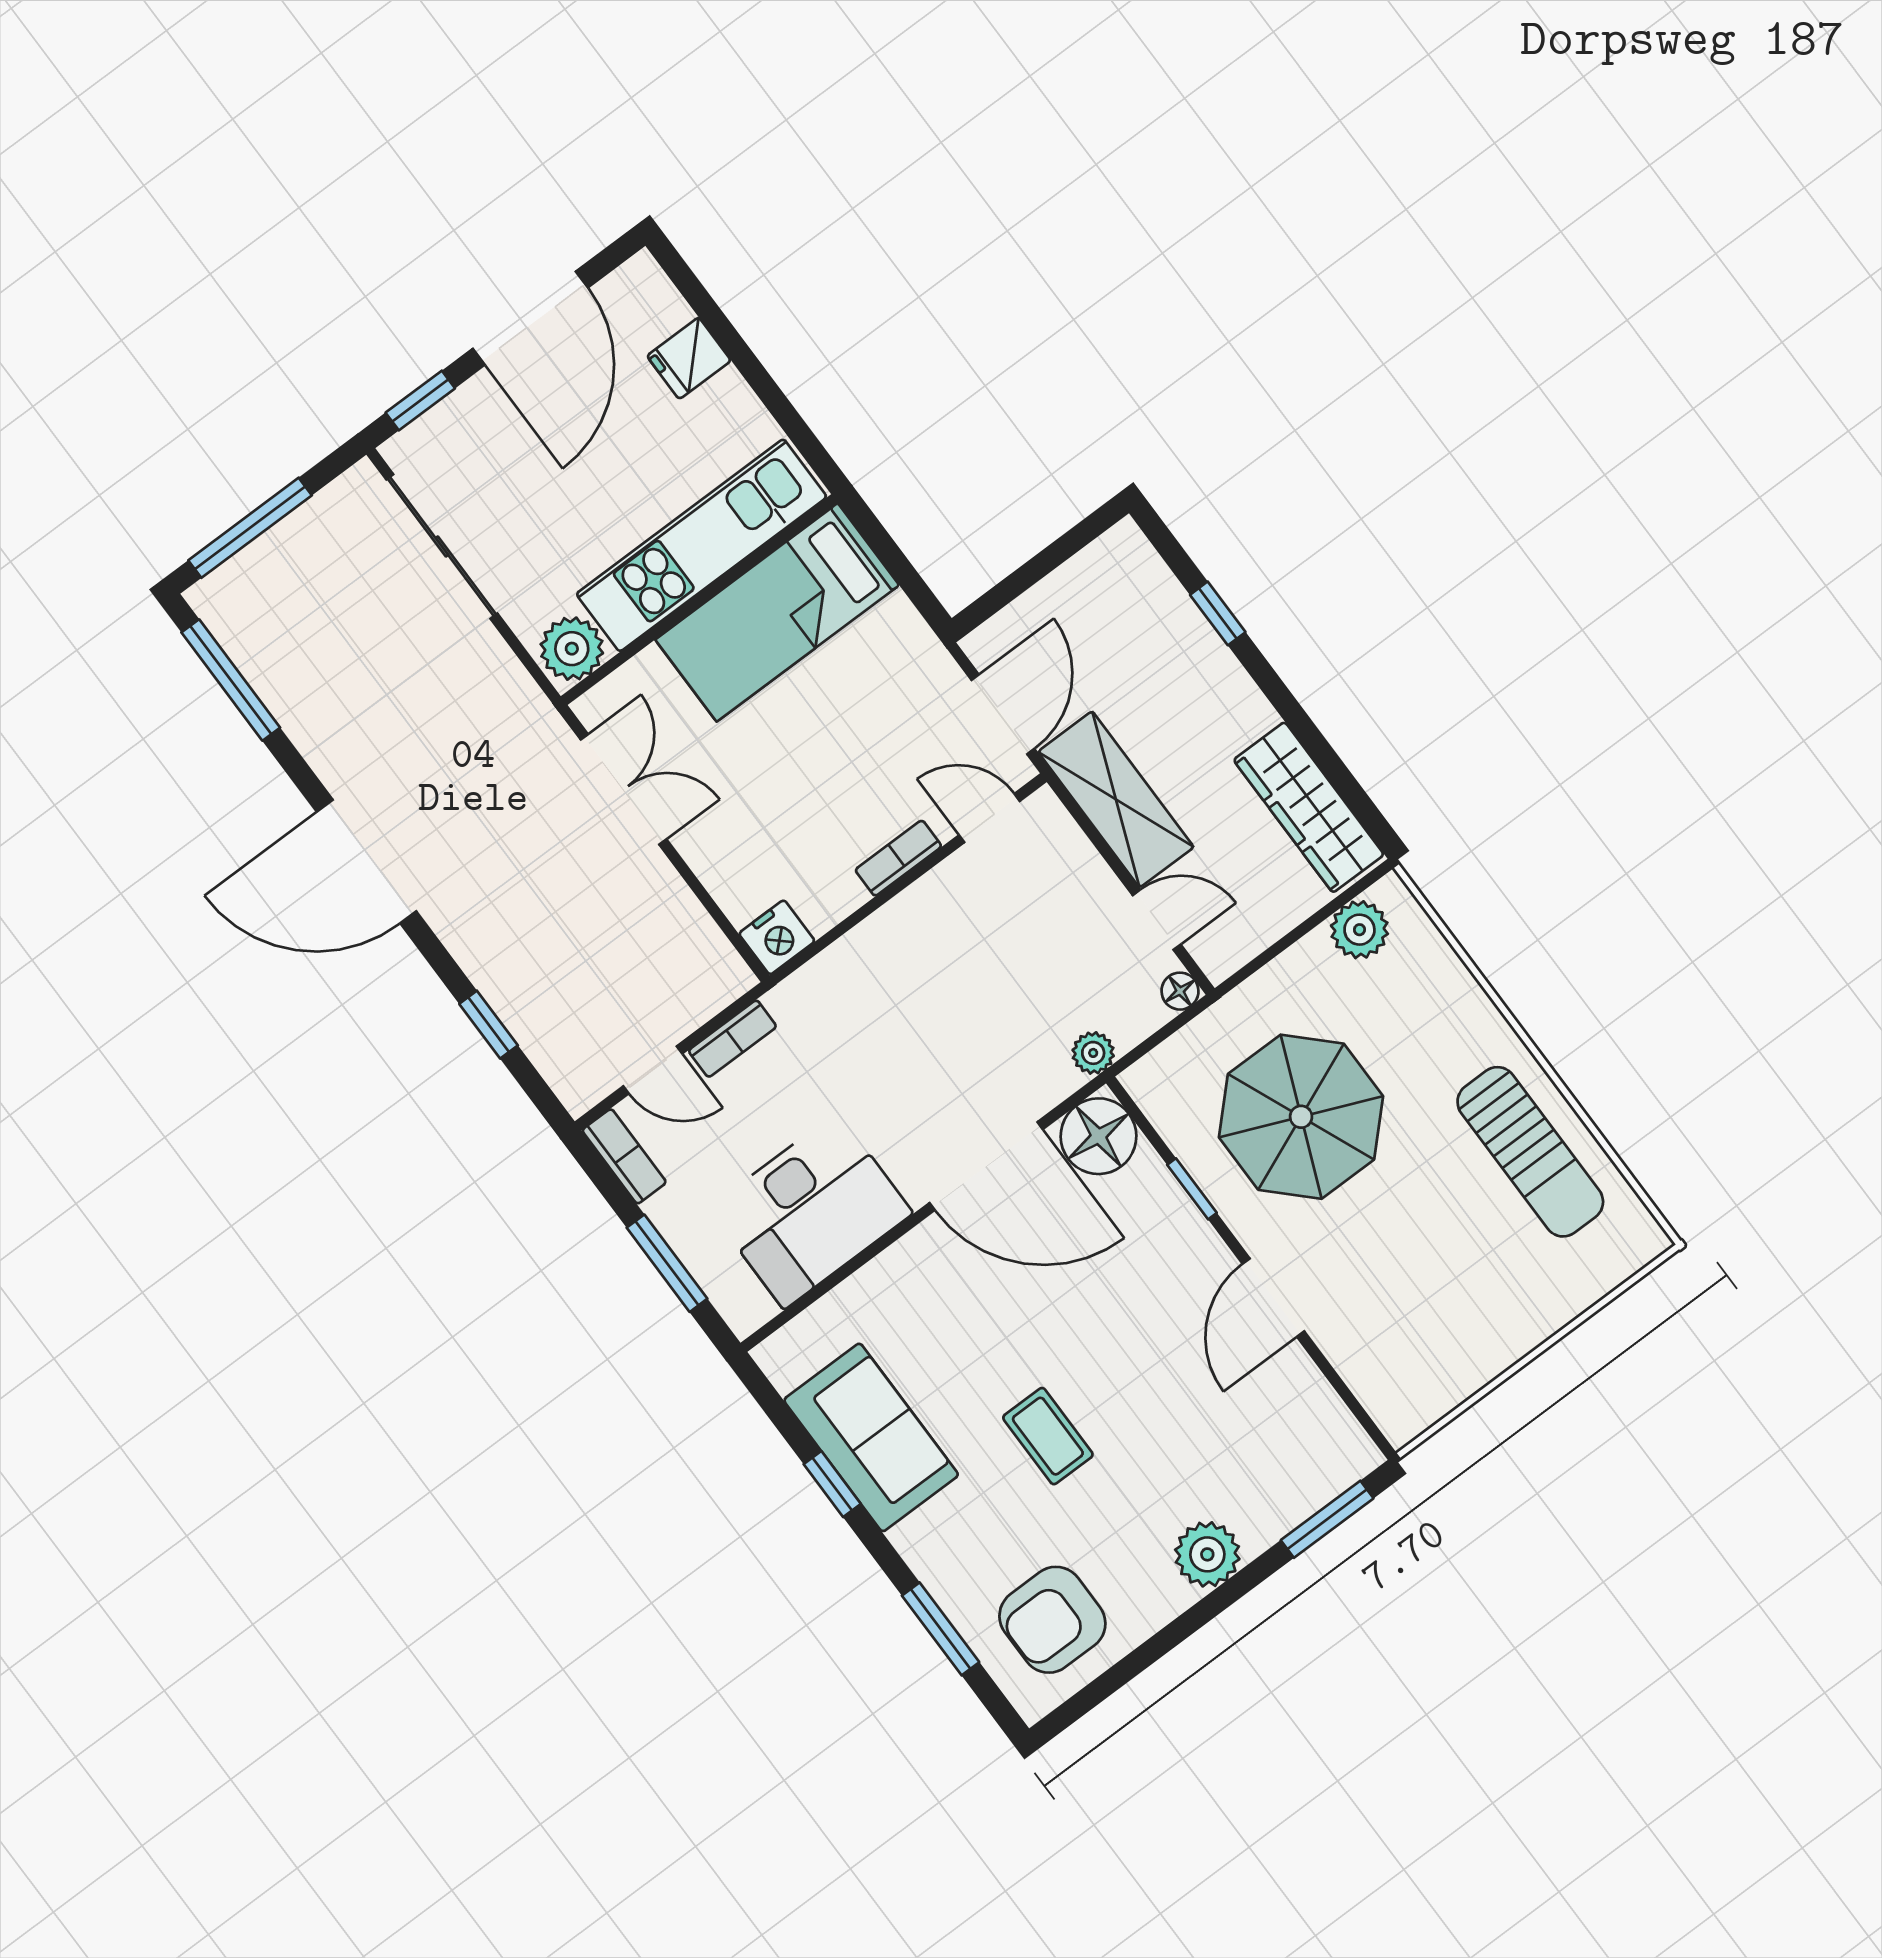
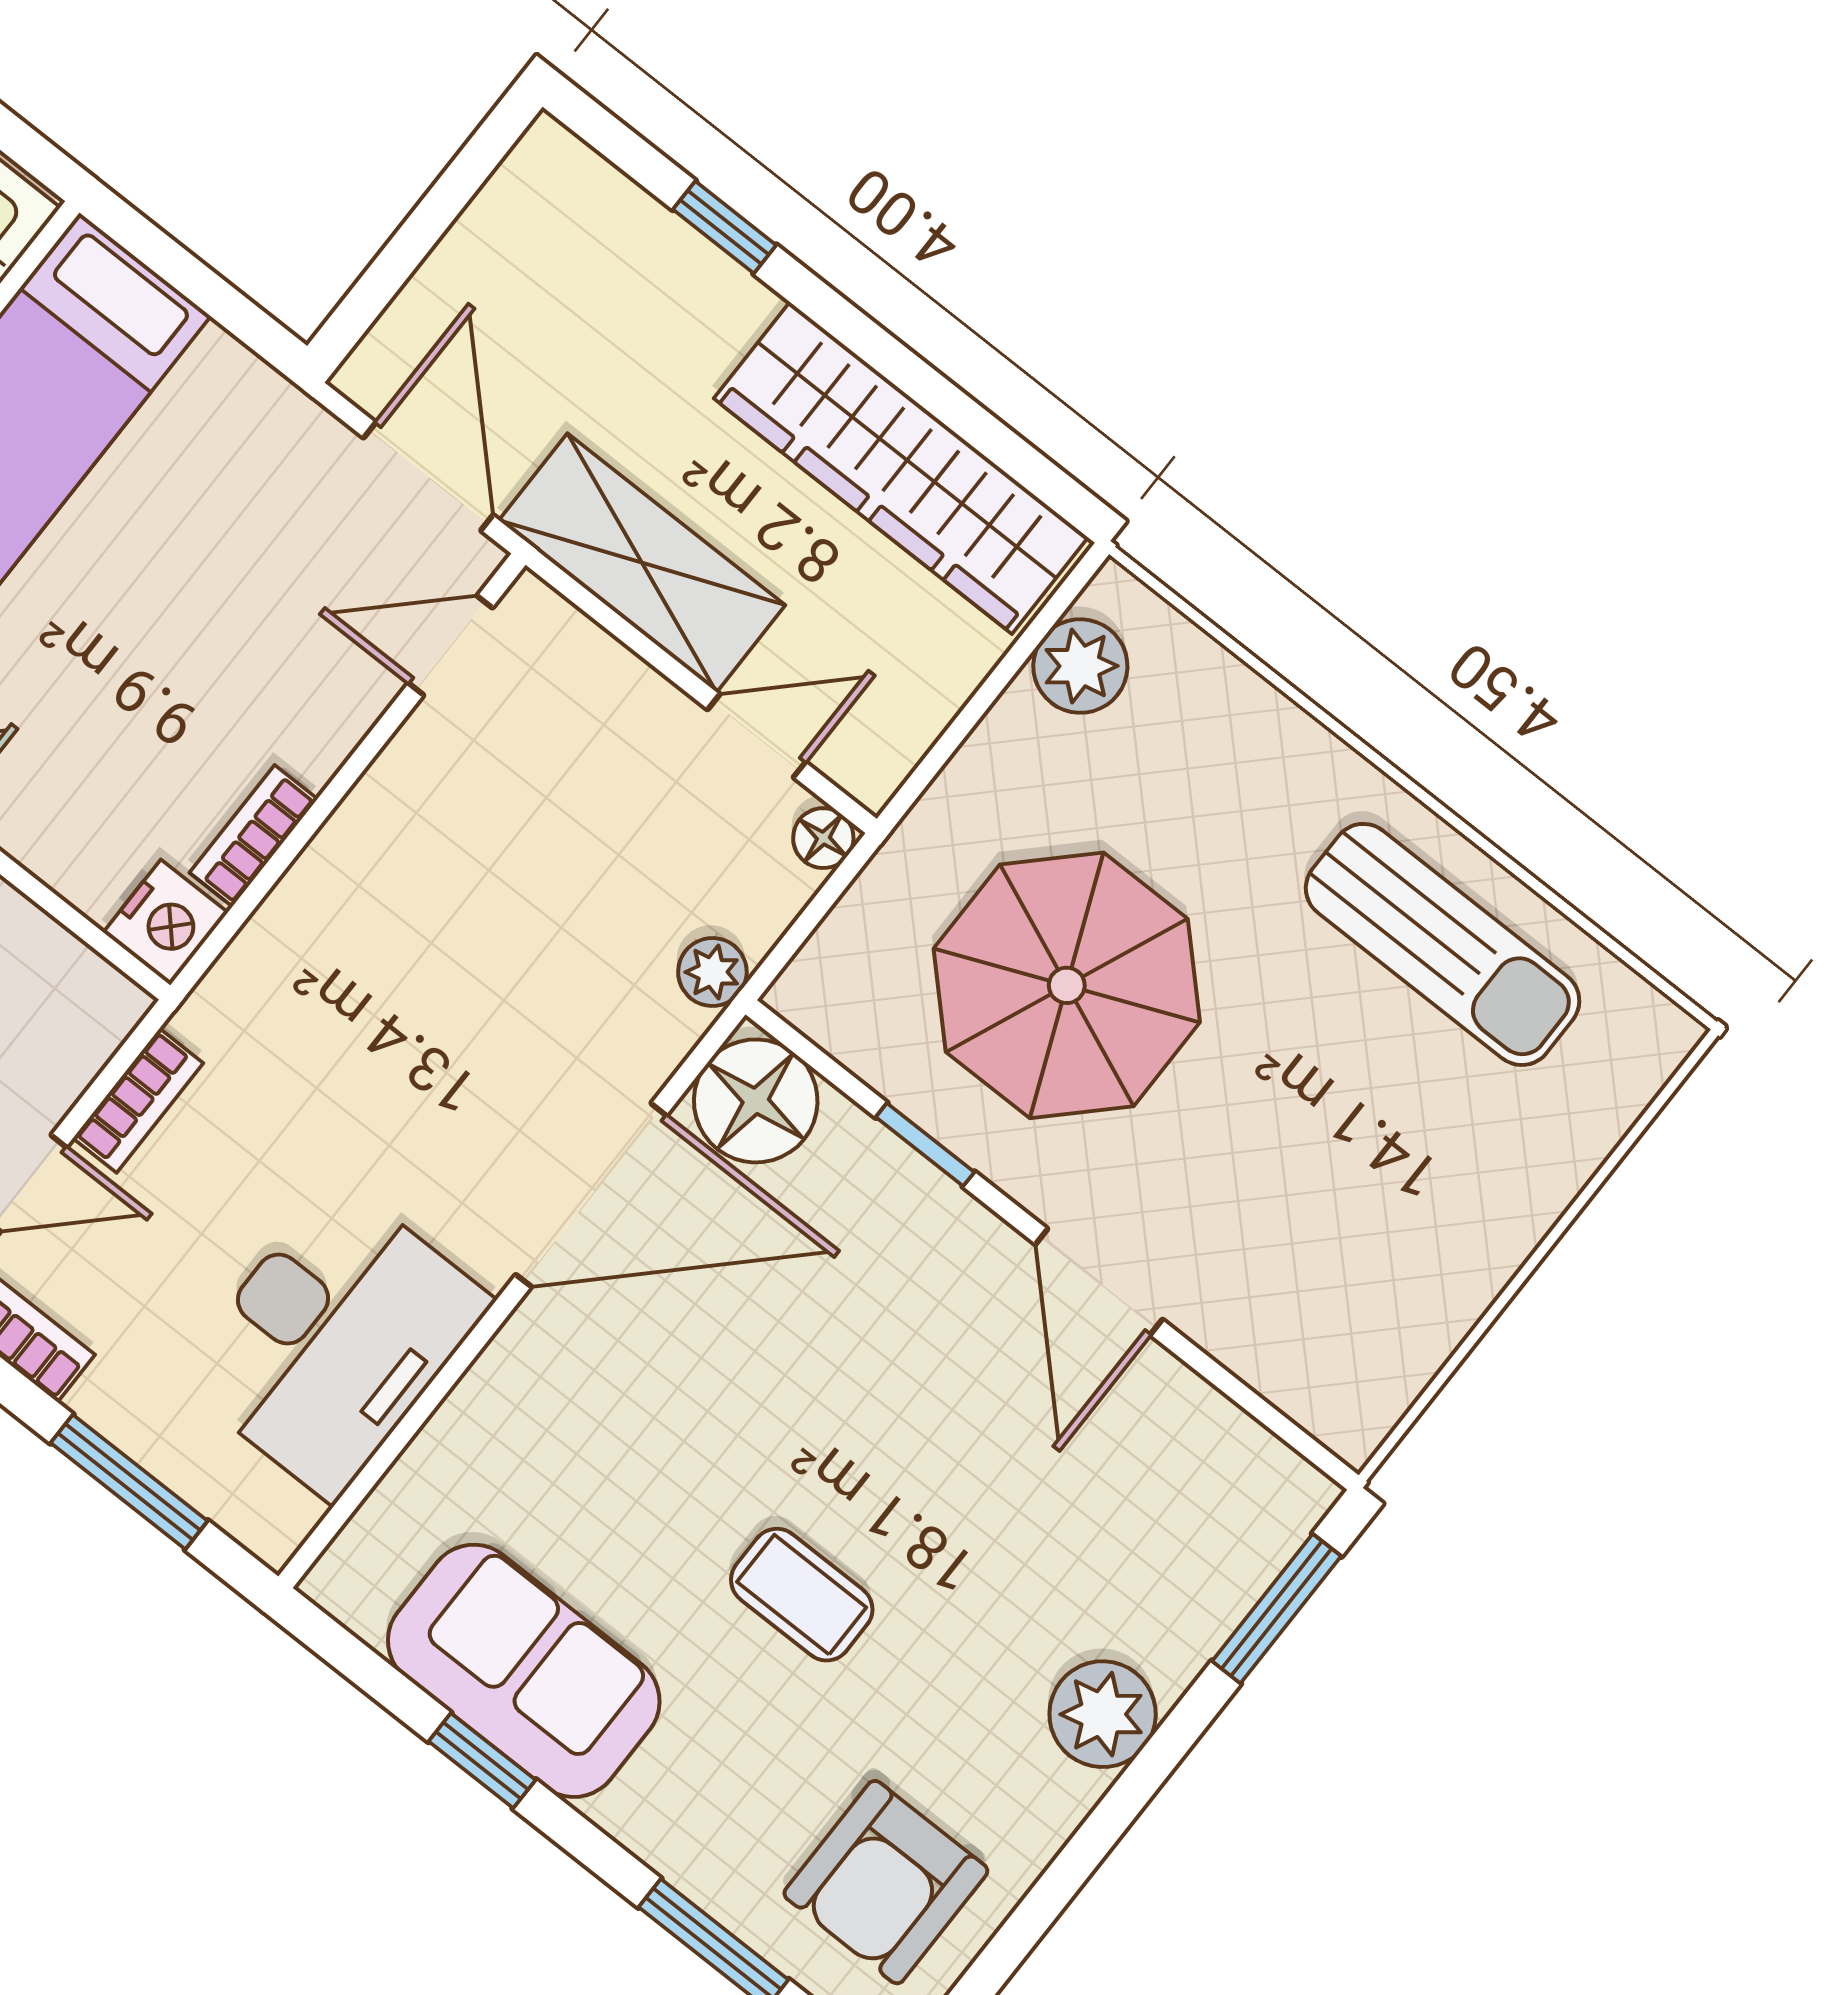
wardrobe: (1309, 807) -> (901, 468), width x1.40, depth x1.17
bookcase: (898, 858) -> (254, 836), moved

